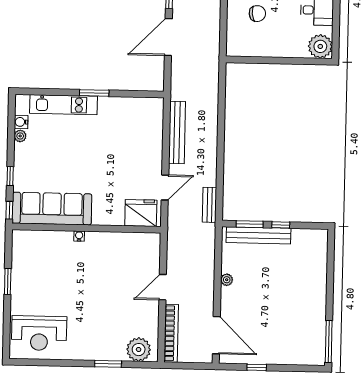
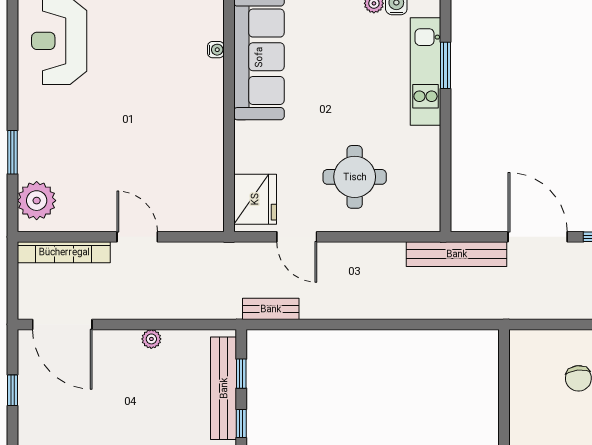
window: (94, 93) -> (446, 65), moved
bench: (177, 132) -> (457, 254), moved
round table: (128, 151) -> (355, 177), added
window: (250, 224) -> (241, 374), width x0.67
water cooler: (79, 236) -> (216, 50), moved
door: (216, 335) -> (62, 324), hinge flipped

